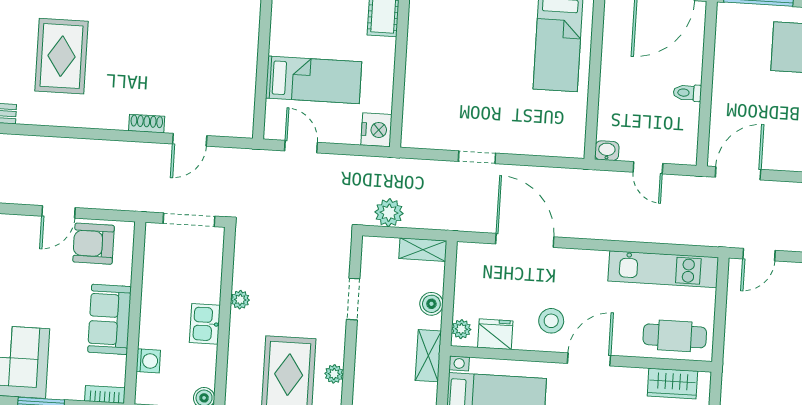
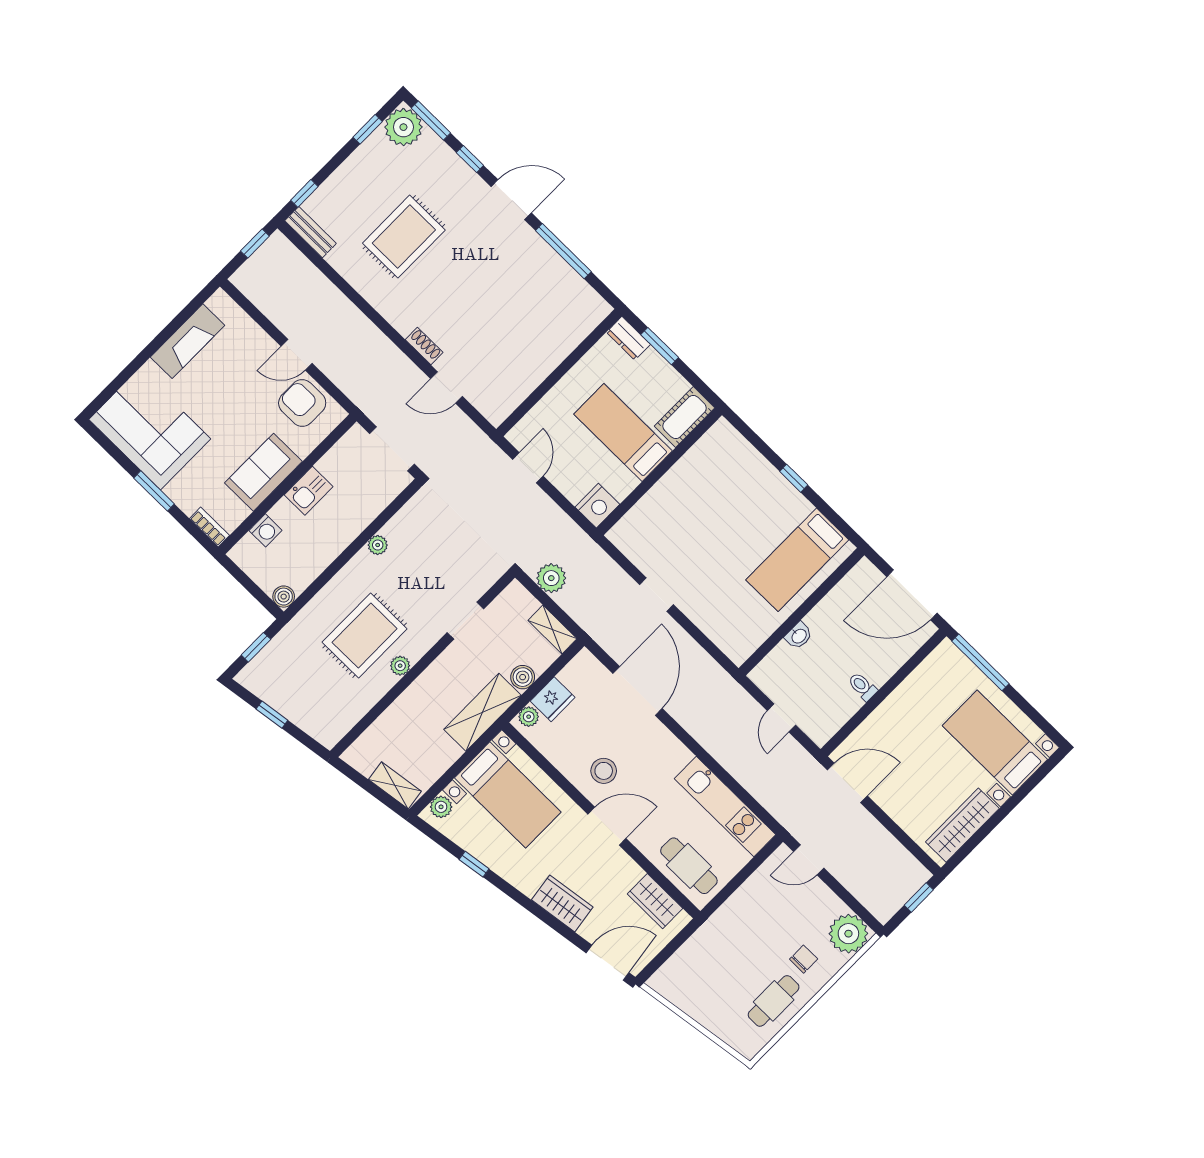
bed: (314, 80) -> (623, 433), moved, turned 180
washbasin: (607, 151) -> (799, 636), moved, turned 90
kitchen sink: (205, 324) -> (309, 491), moved, turned 180
fridge: (495, 334) -> (553, 699), moved, turned 90
shelving: (428, 356) -> (482, 712), width x1.50, depth x1.33

